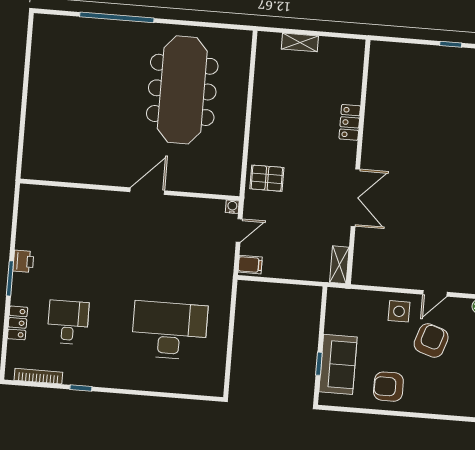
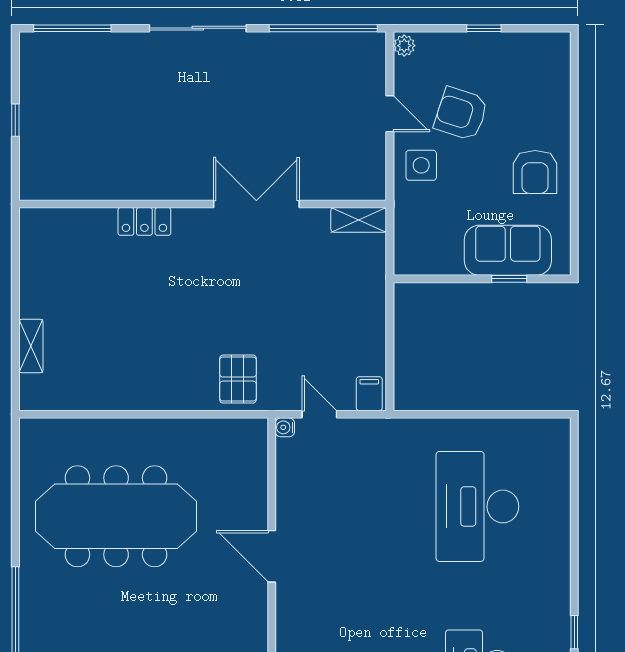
locker: (350, 122) -> (144, 221), moved
wall: (358, 162) -> (203, 204), moved
double door: (355, 198) -> (256, 204), moved
shelving: (339, 265) -> (359, 220), moved

